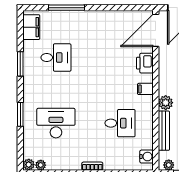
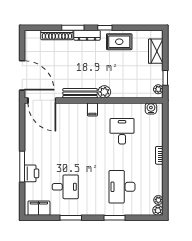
window: (66, 8) -> (22, 167), moved
desk: (56, 58) -> (65, 187), turned 90
printer: (145, 63) -> (32, 173), moved, turned -90
bench: (164, 131) -> (80, 93), moved

